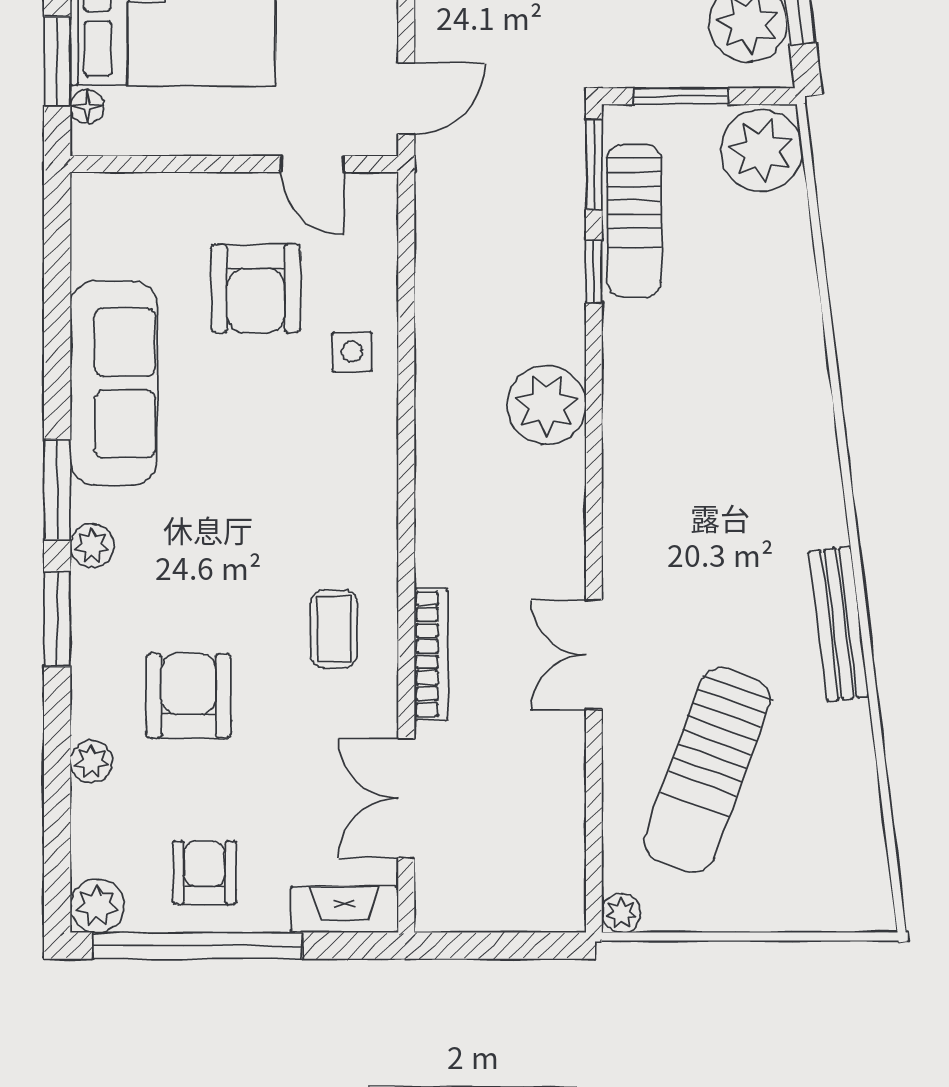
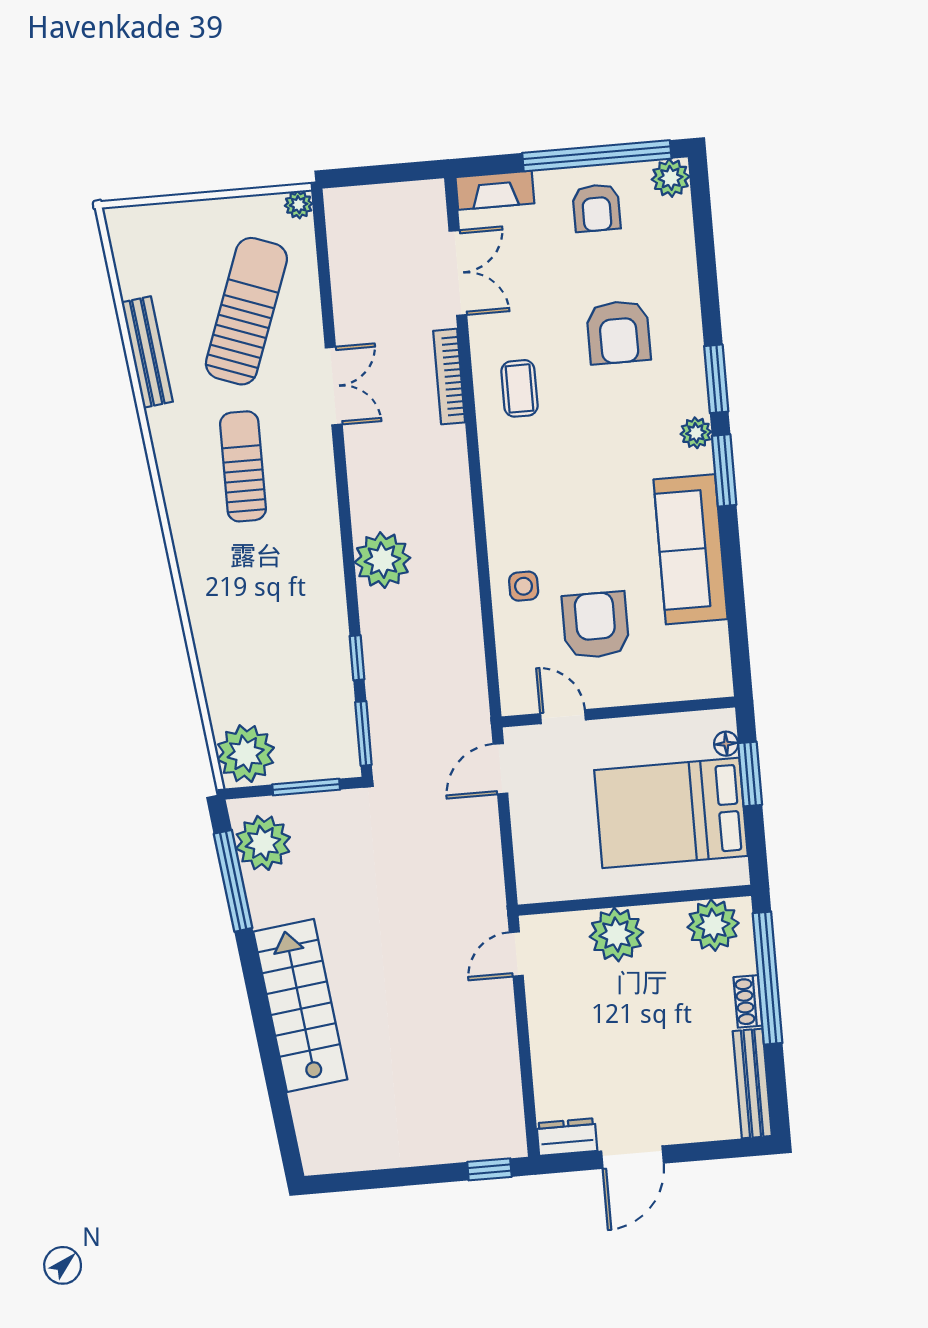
sun lounger: (634, 221) -> (243, 466), moved
bench: (839, 624) -> (147, 352), moved
plant: (91, 762) -> (683, 280), removed

